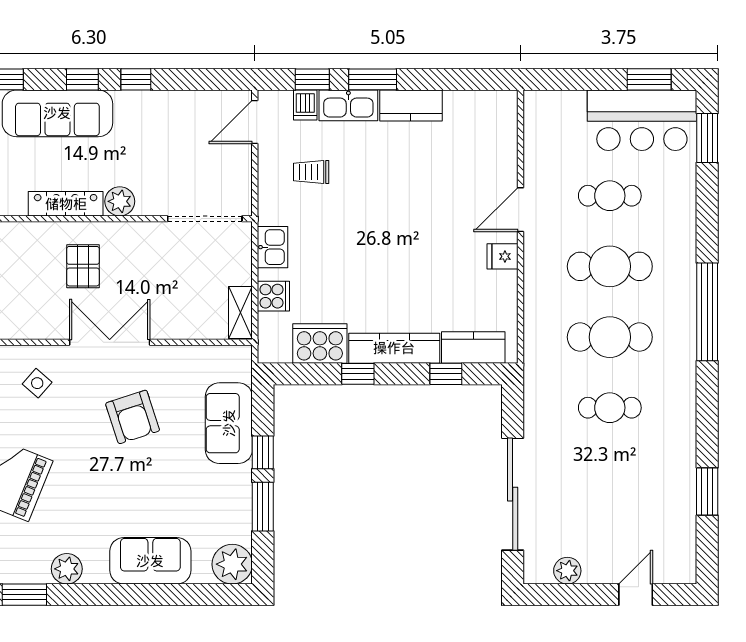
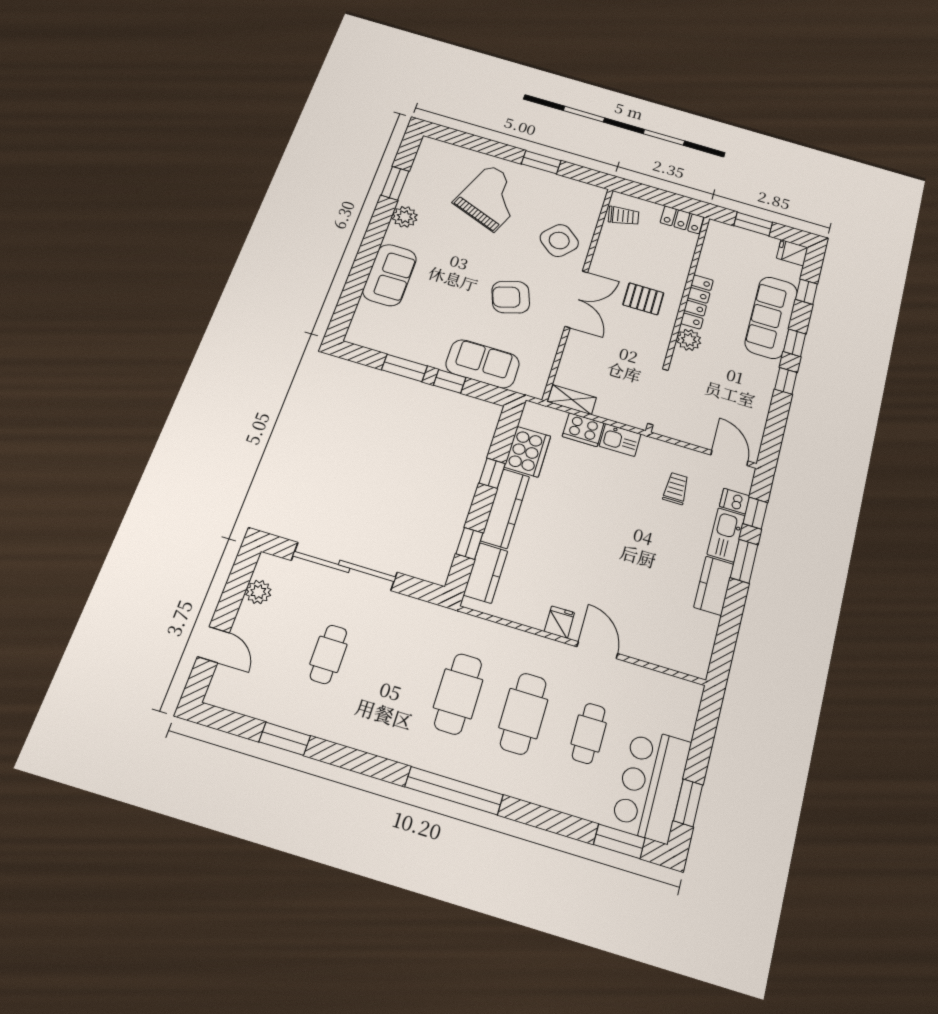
cooker: (273, 296) -> (583, 430), width x1.36
side table: (37, 383) -> (559, 241), width x1.87, depth x1.87
cafe table: (610, 408) -> (328, 654), moved
plant: (232, 564) -> (365, 332), removed

